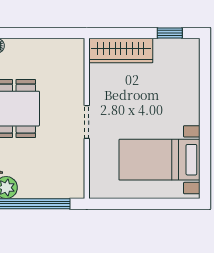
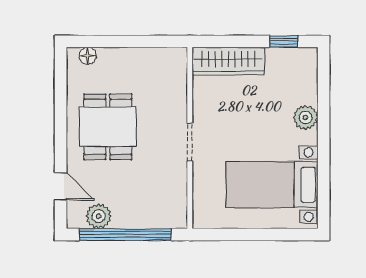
plant: (189, 100) -> (305, 117), added

